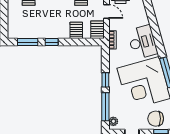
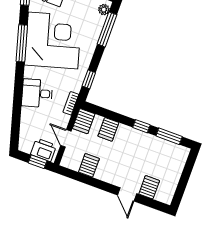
desk: (142, 42) -> (37, 93), width x0.73
window: (105, 80) -> (89, 79), moved

